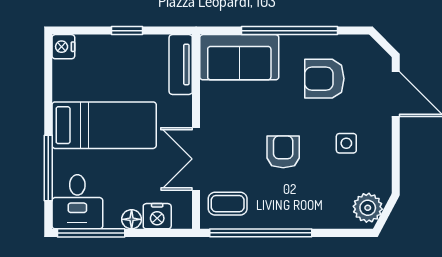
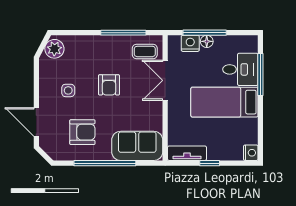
tv unit: (181, 64) -> (187, 153), moved, turned -90
double door: (196, 159) -> (165, 80), swing flipped
desk: (77, 202) -> (240, 69), moved, turned 90
window: (91, 233) -> (205, 33), moved
window: (261, 233) -> (123, 33), width x0.68

